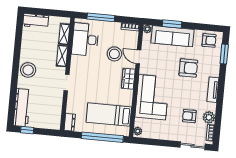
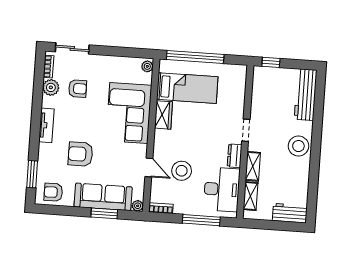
wardrobe: (128, 79) -> (163, 115), moved
dresser: (70, 122) -> (235, 156), moved
window: (27, 130) -> (271, 62), moved

